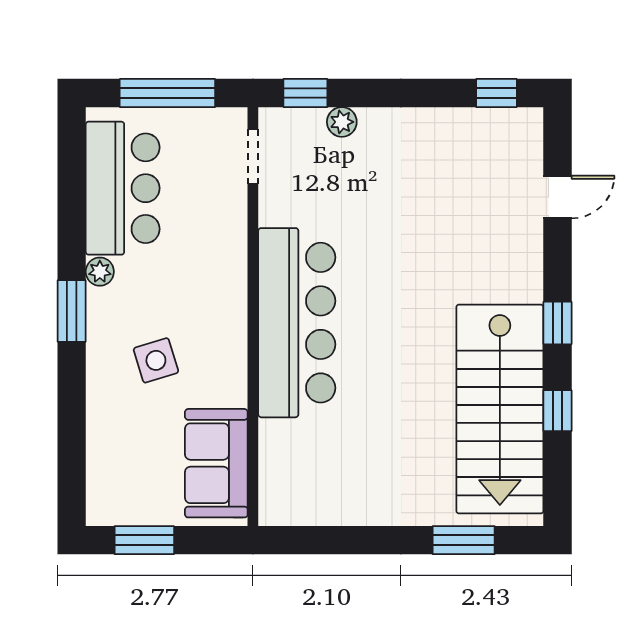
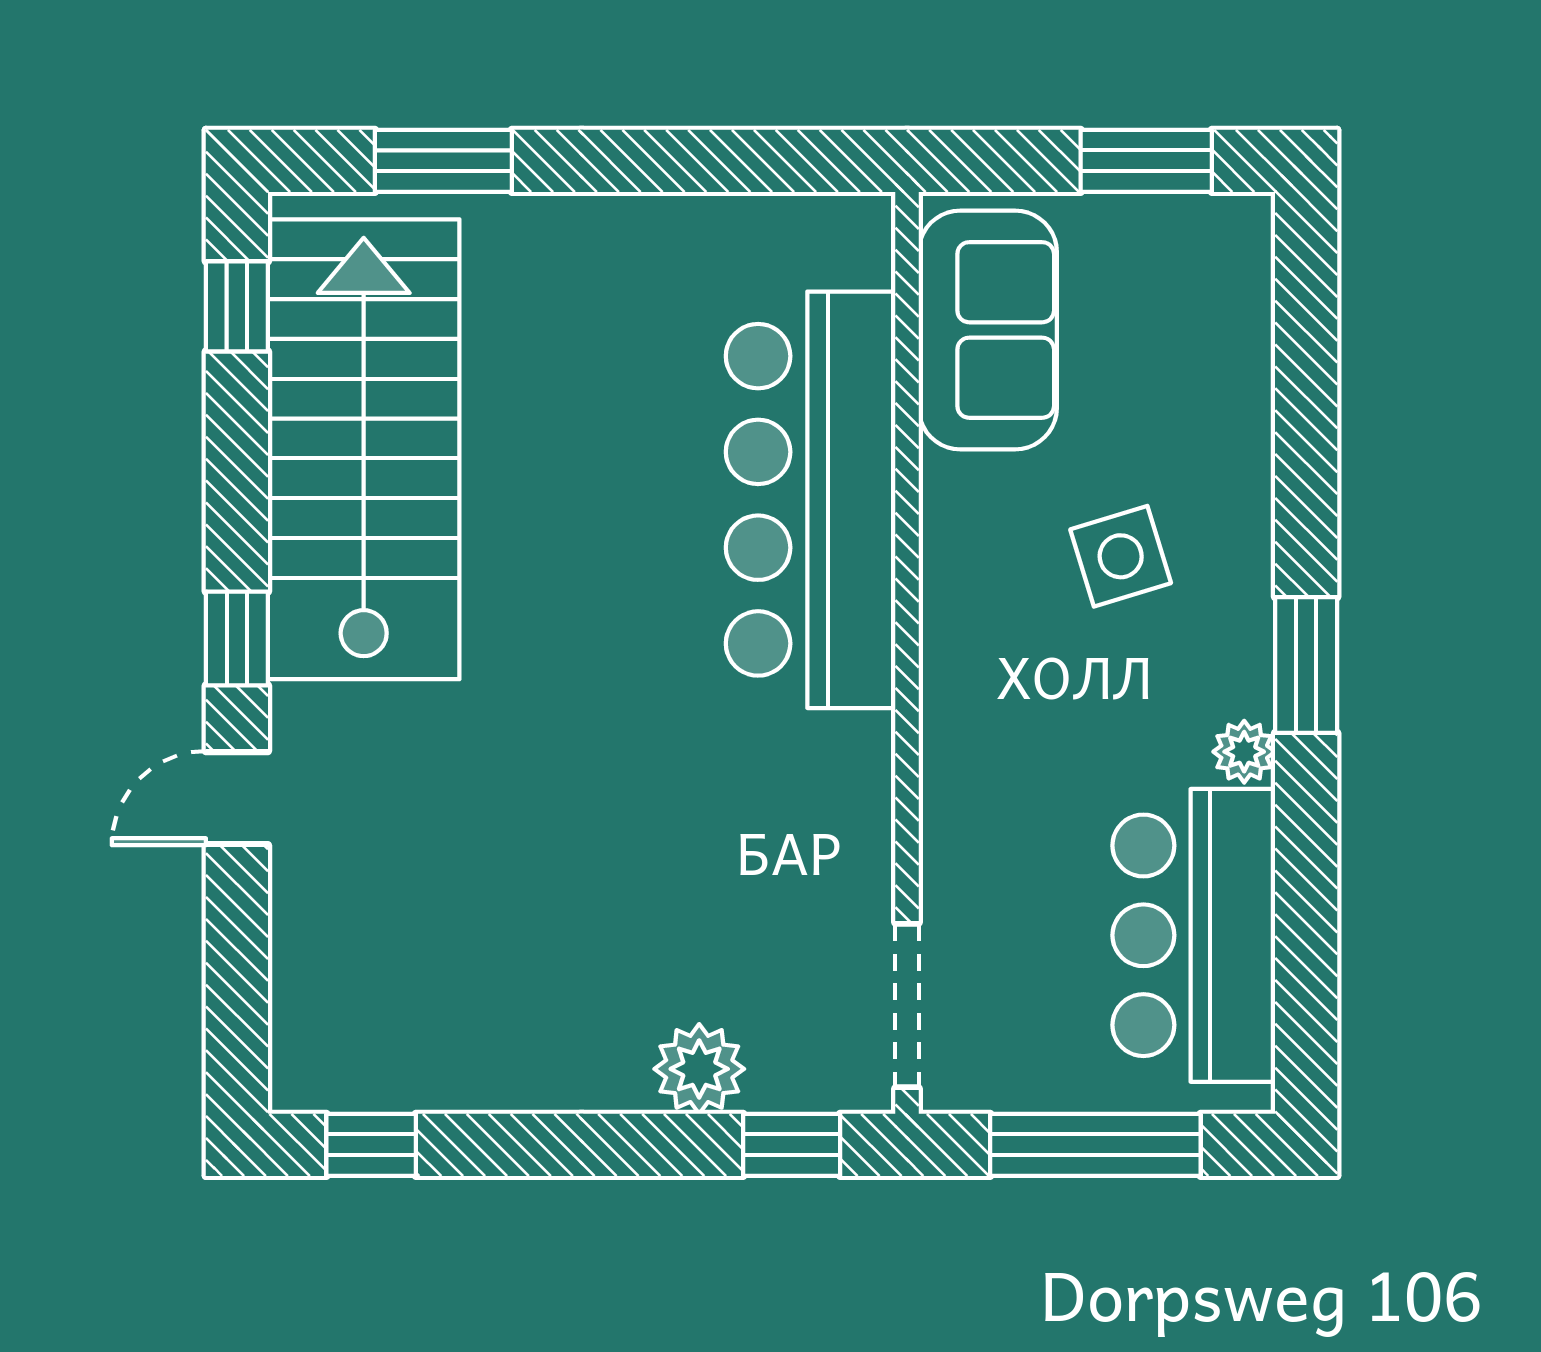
plant: (342, 122) -> (699, 1069), width x1.38, depth x1.38
doorway: (253, 156) -> (907, 1005), width x1.38
door: (557, 197) -> (237, 798), moved
bar counter: (297, 323) -> (811, 500), moved
window: (557, 411) -> (237, 306), moved

